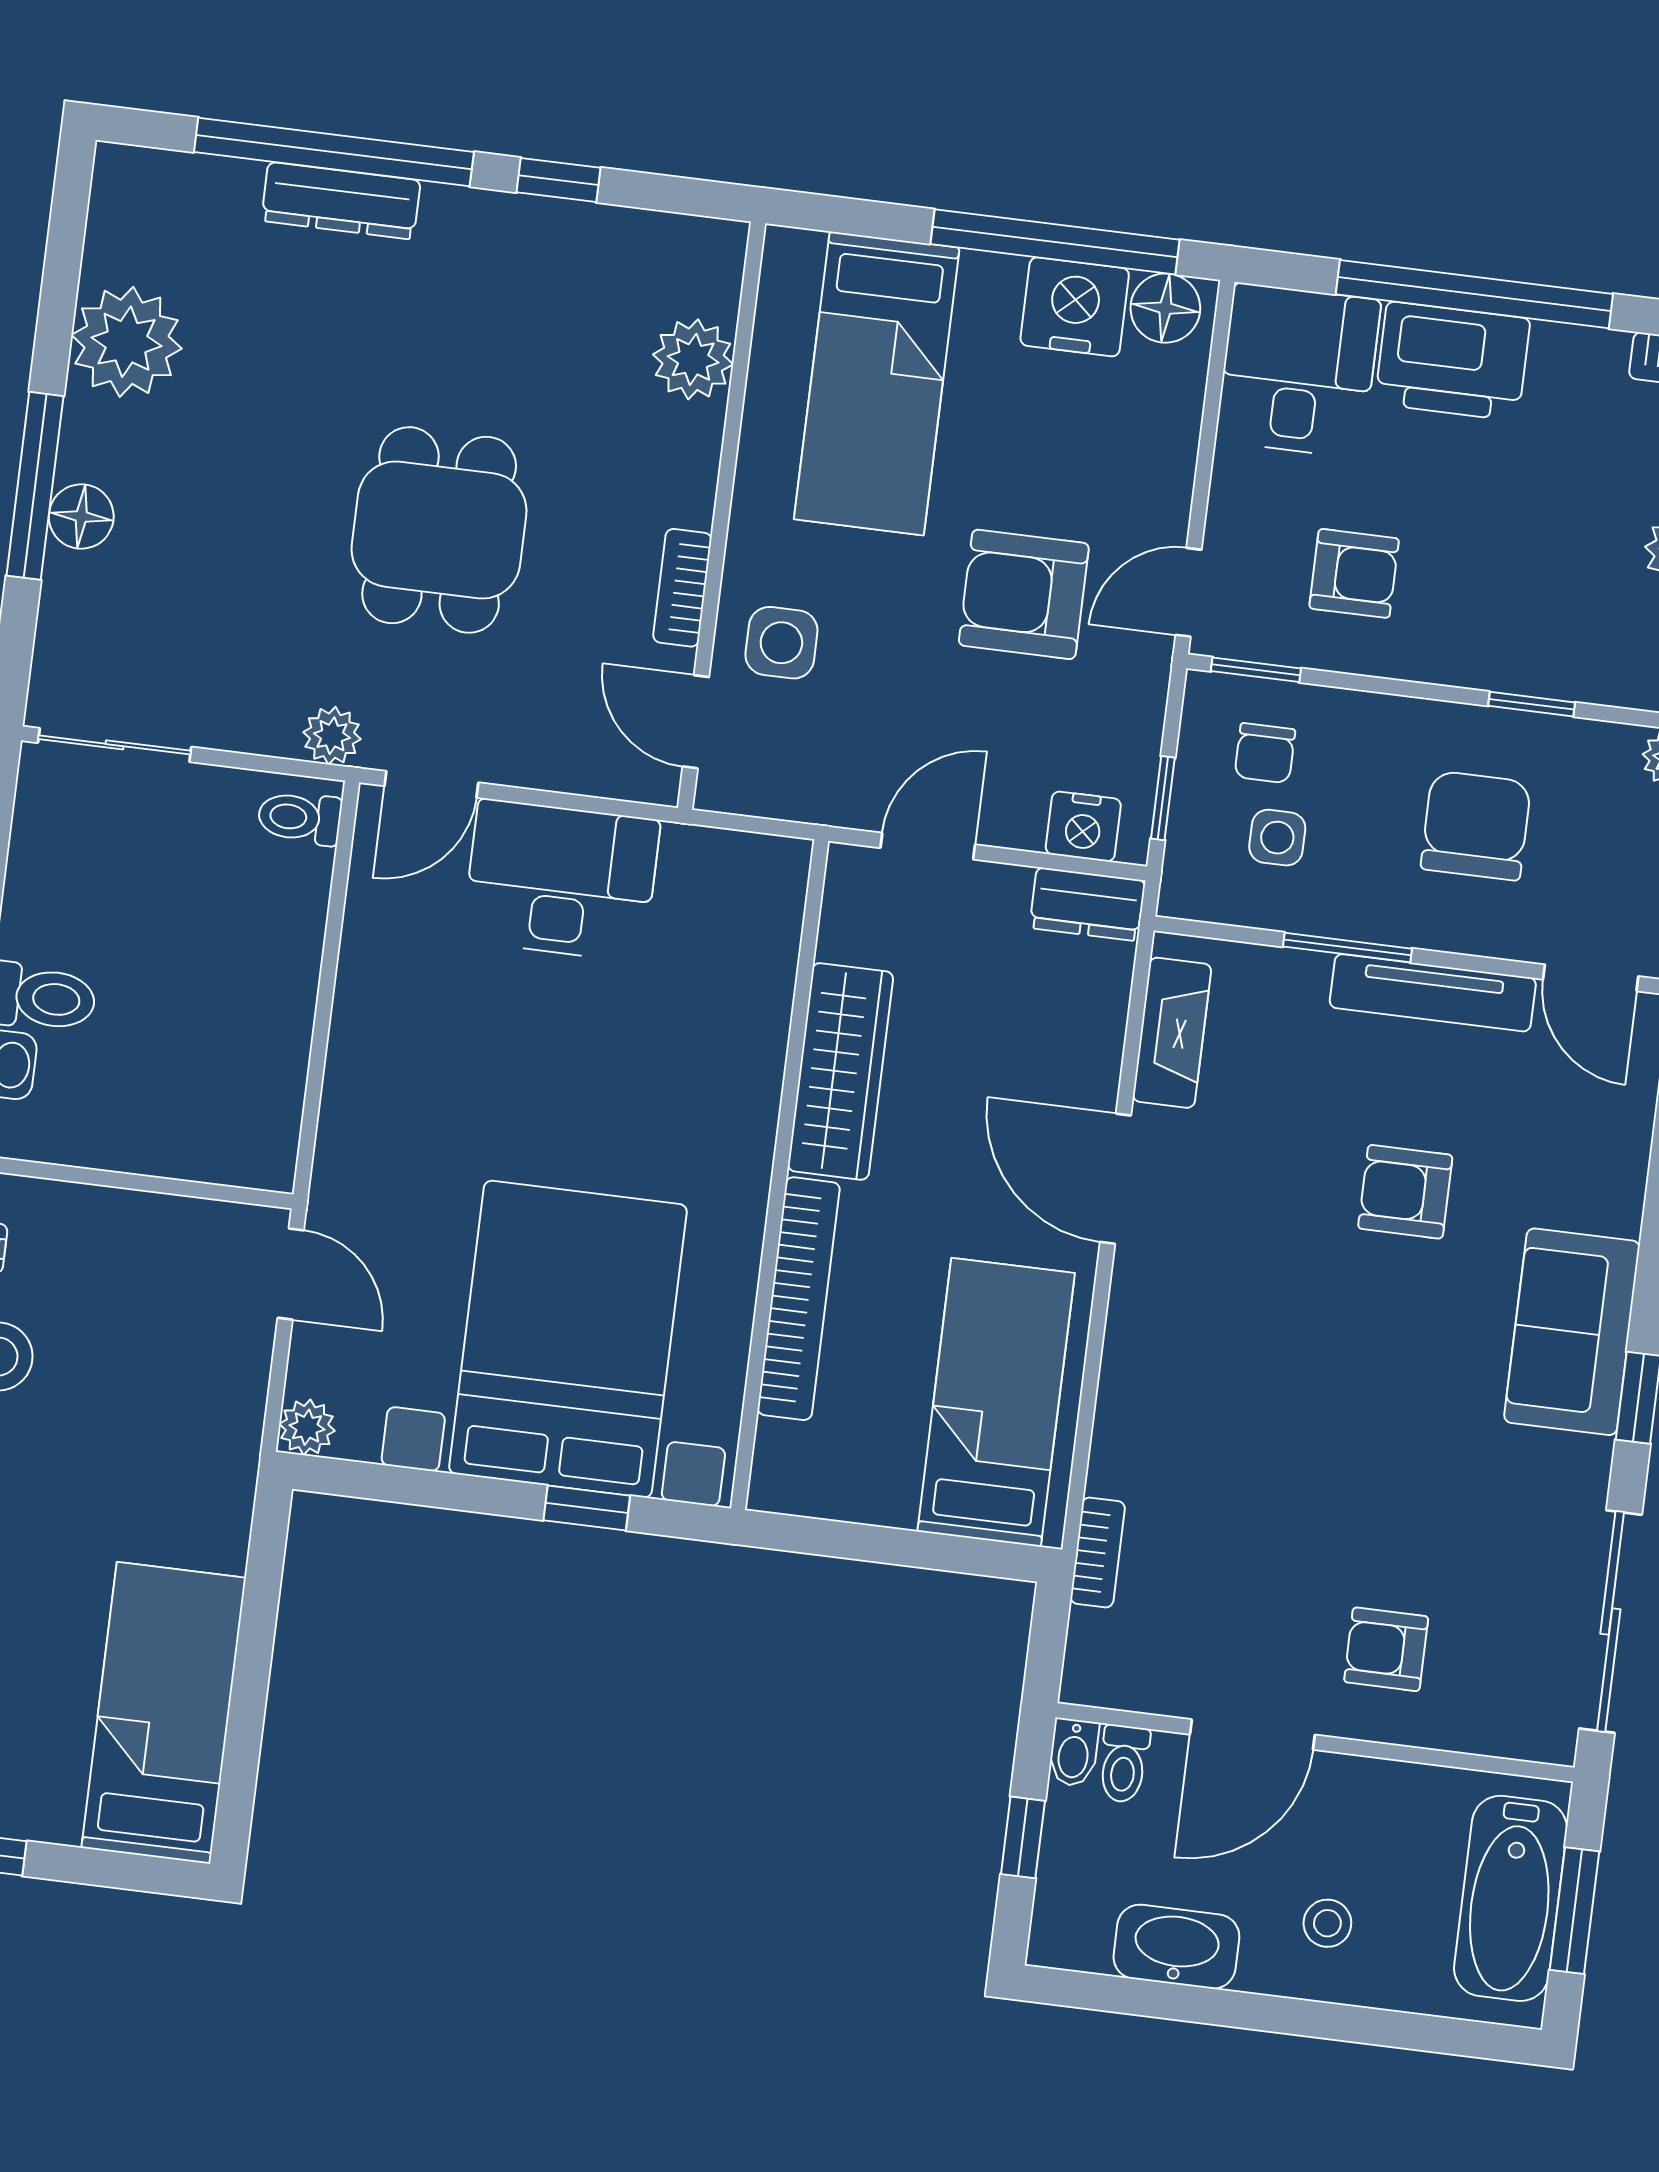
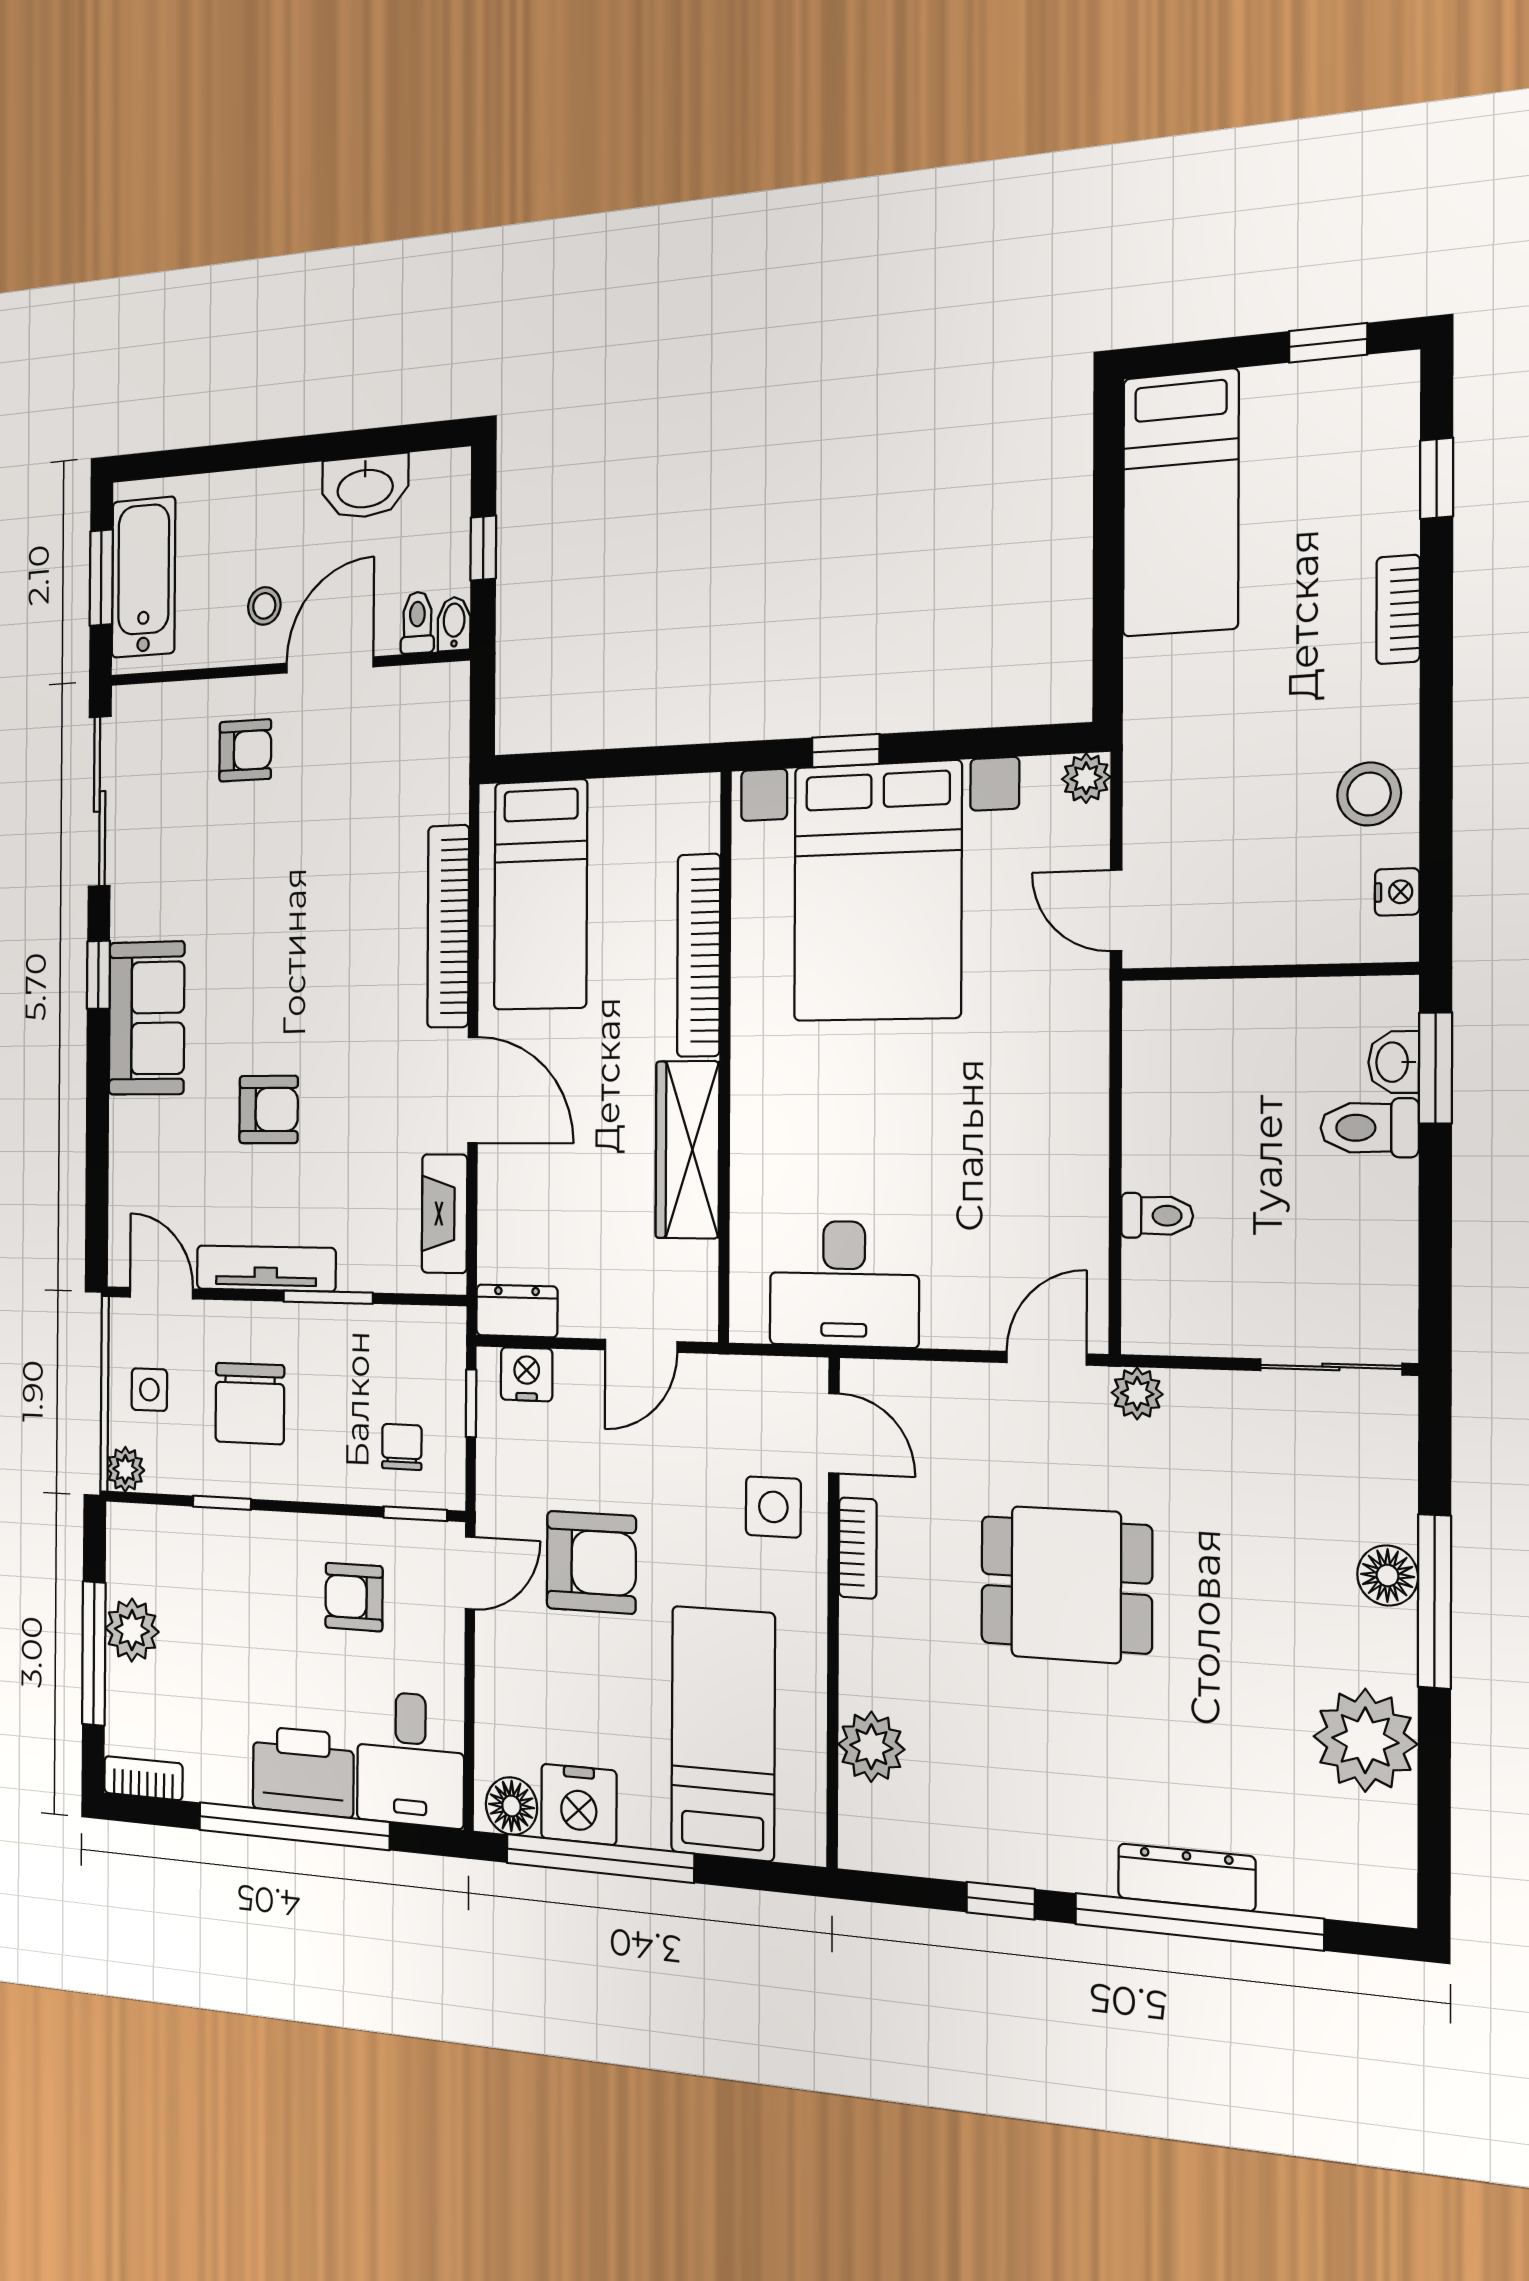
dining table: (439, 530) -> (1066, 1584), turned 90
toilet: (300, 818) -> (1157, 1216), moved
side table: (1277, 838) -> (149, 1390), moved
desk: (561, 880) -> (844, 1284), moved
bookcase: (1098, 1552) -> (448, 926), moved, width x2.31, depth x1.31
stool: (1327, 1923) -> (264, 606), moved

